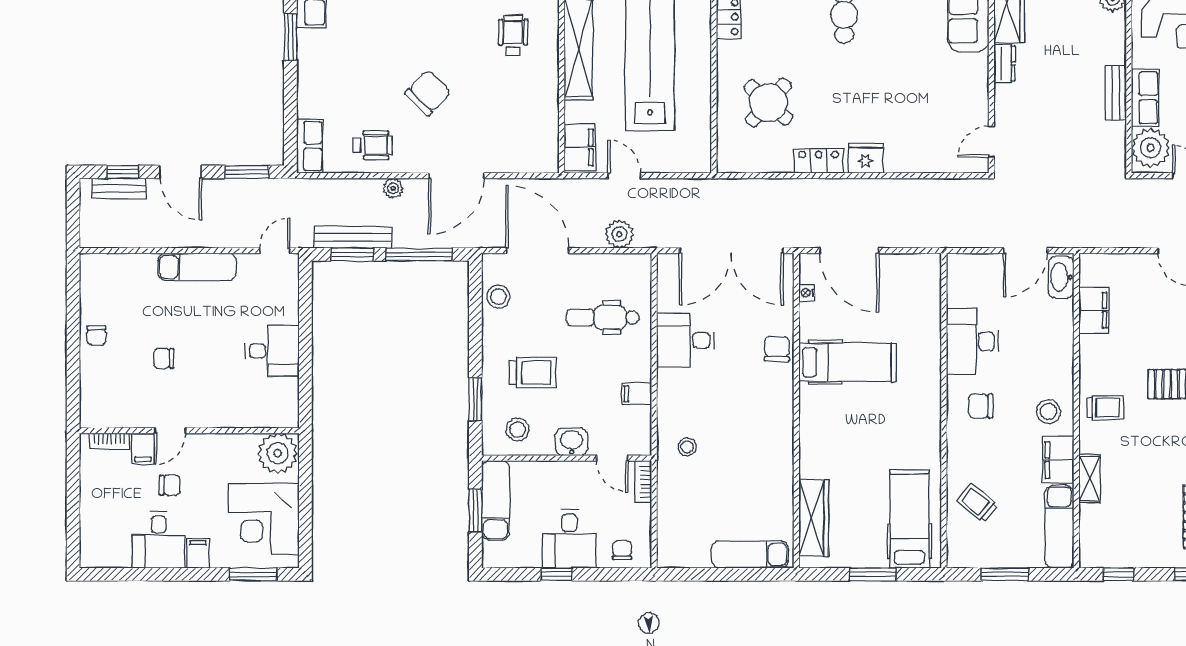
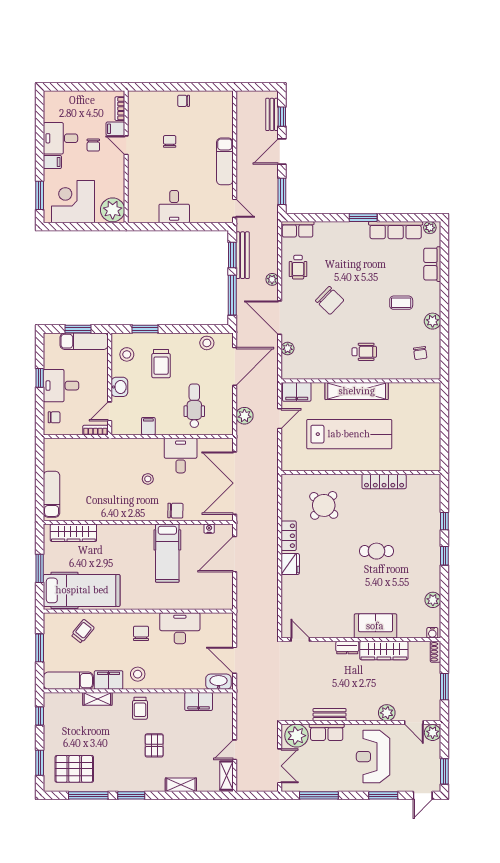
plant: (508, 163) -> (288, 348), added
stool: (687, 447) -> (148, 479), moved
hospital bed: (909, 519) -> (82, 590), width x1.37, depth x1.29

